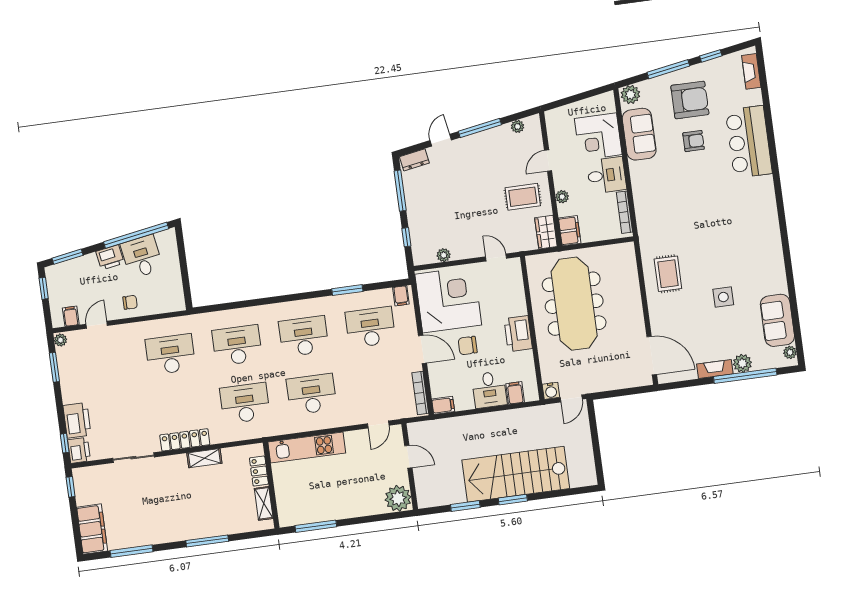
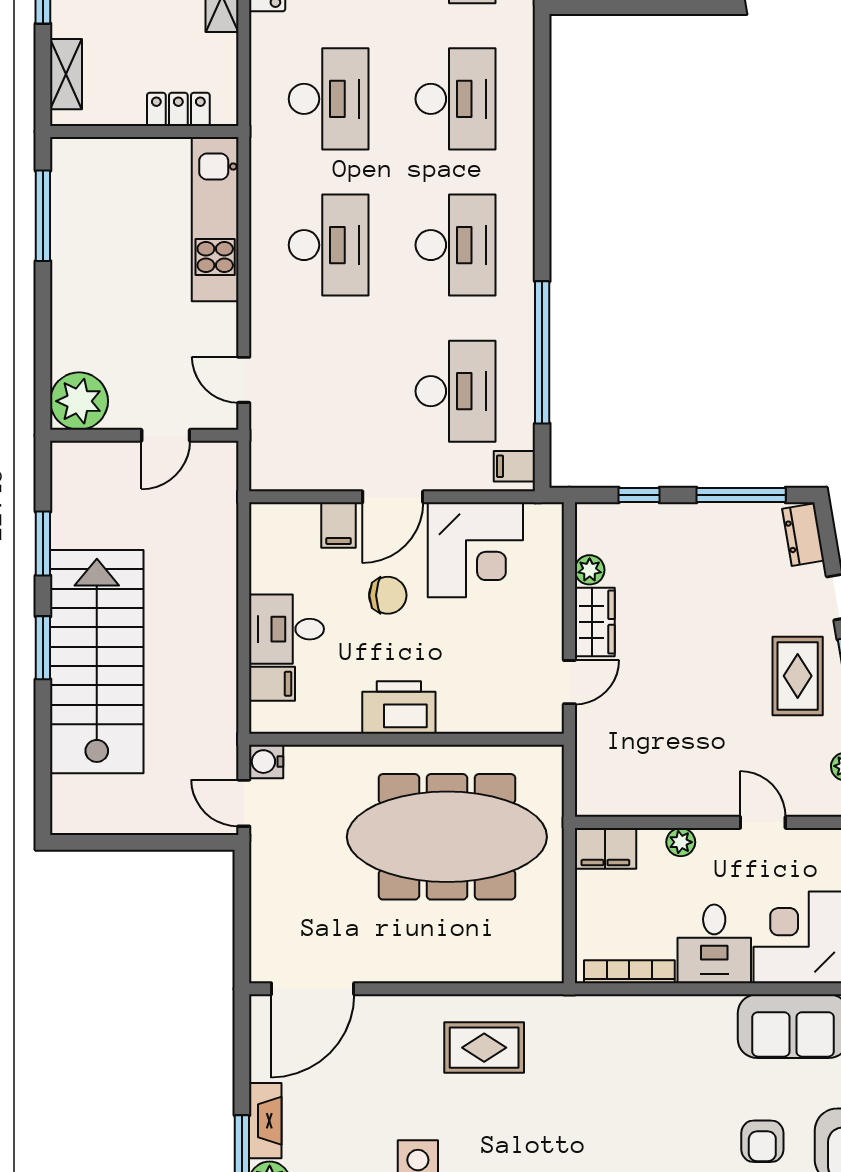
rug: (523, 197) -> (798, 676), moved
wardrobe: (546, 232) -> (595, 622), moved, turned 90
window: (347, 290) -> (542, 352), width x2.11
corner desk: (448, 300) -> (475, 550), width x0.74, depth x0.74
chair: (468, 346) -> (388, 595), turned 90
bookcase: (420, 393) -> (300, 480), removed
filing cabinet: (443, 405) -> (339, 525), moved
shelving: (264, 503) -> (66, 74), moved, turned 90

